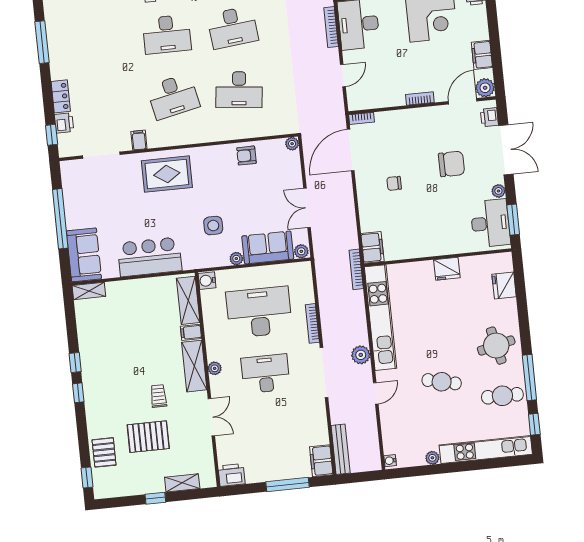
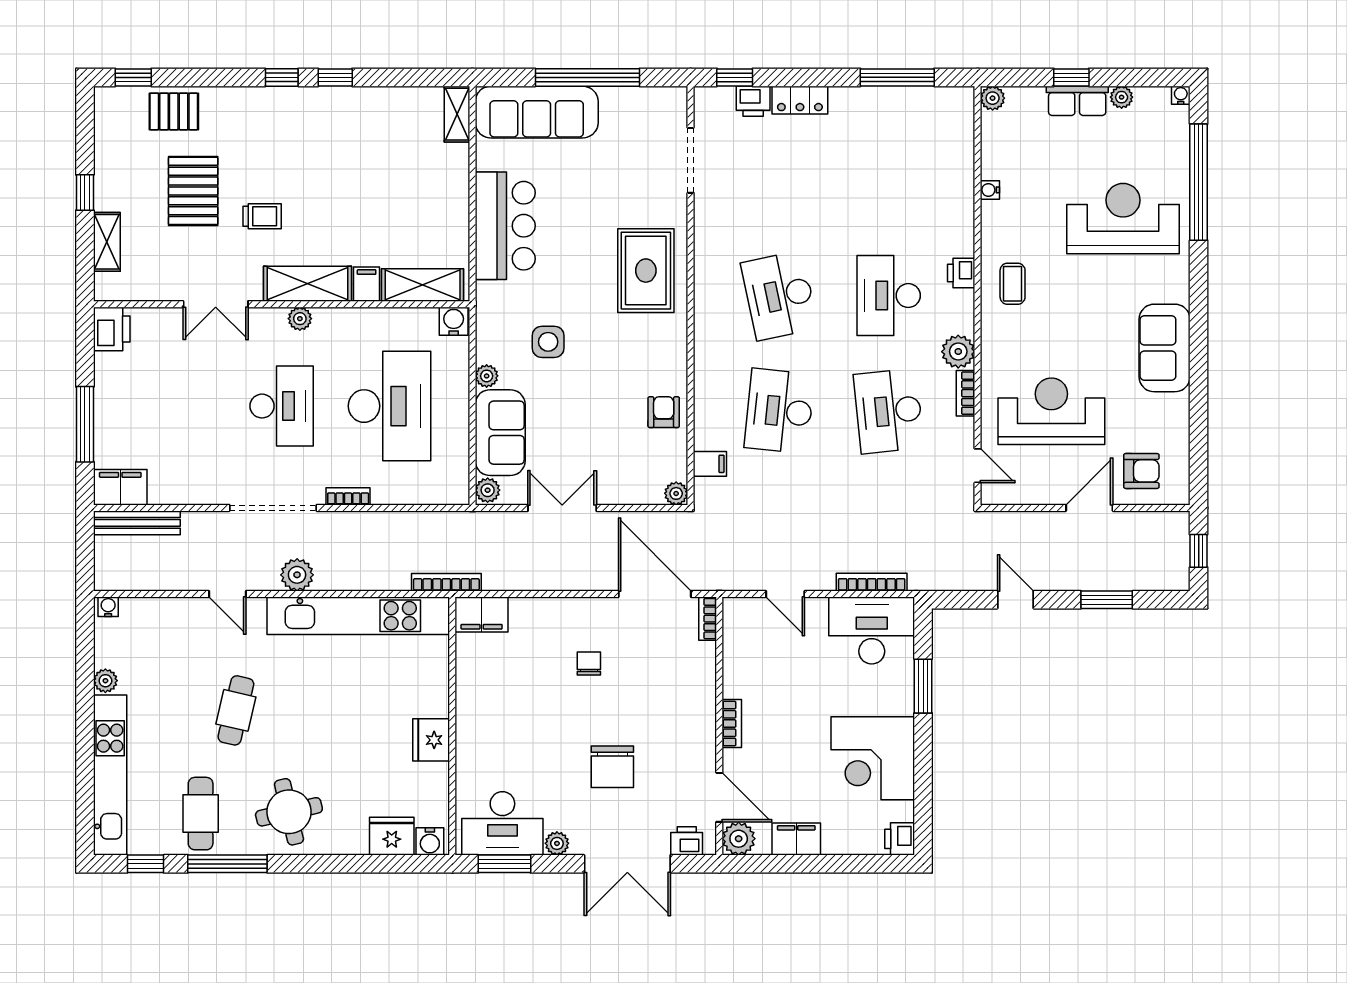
filing cabinet: (139, 140) -> (710, 464), moved
sofa: (84, 255) -> (537, 112), width x1.36
water cooler: (505, 264) -> (430, 841), added
bookcase: (312, 323) -> (348, 496), width x0.64

